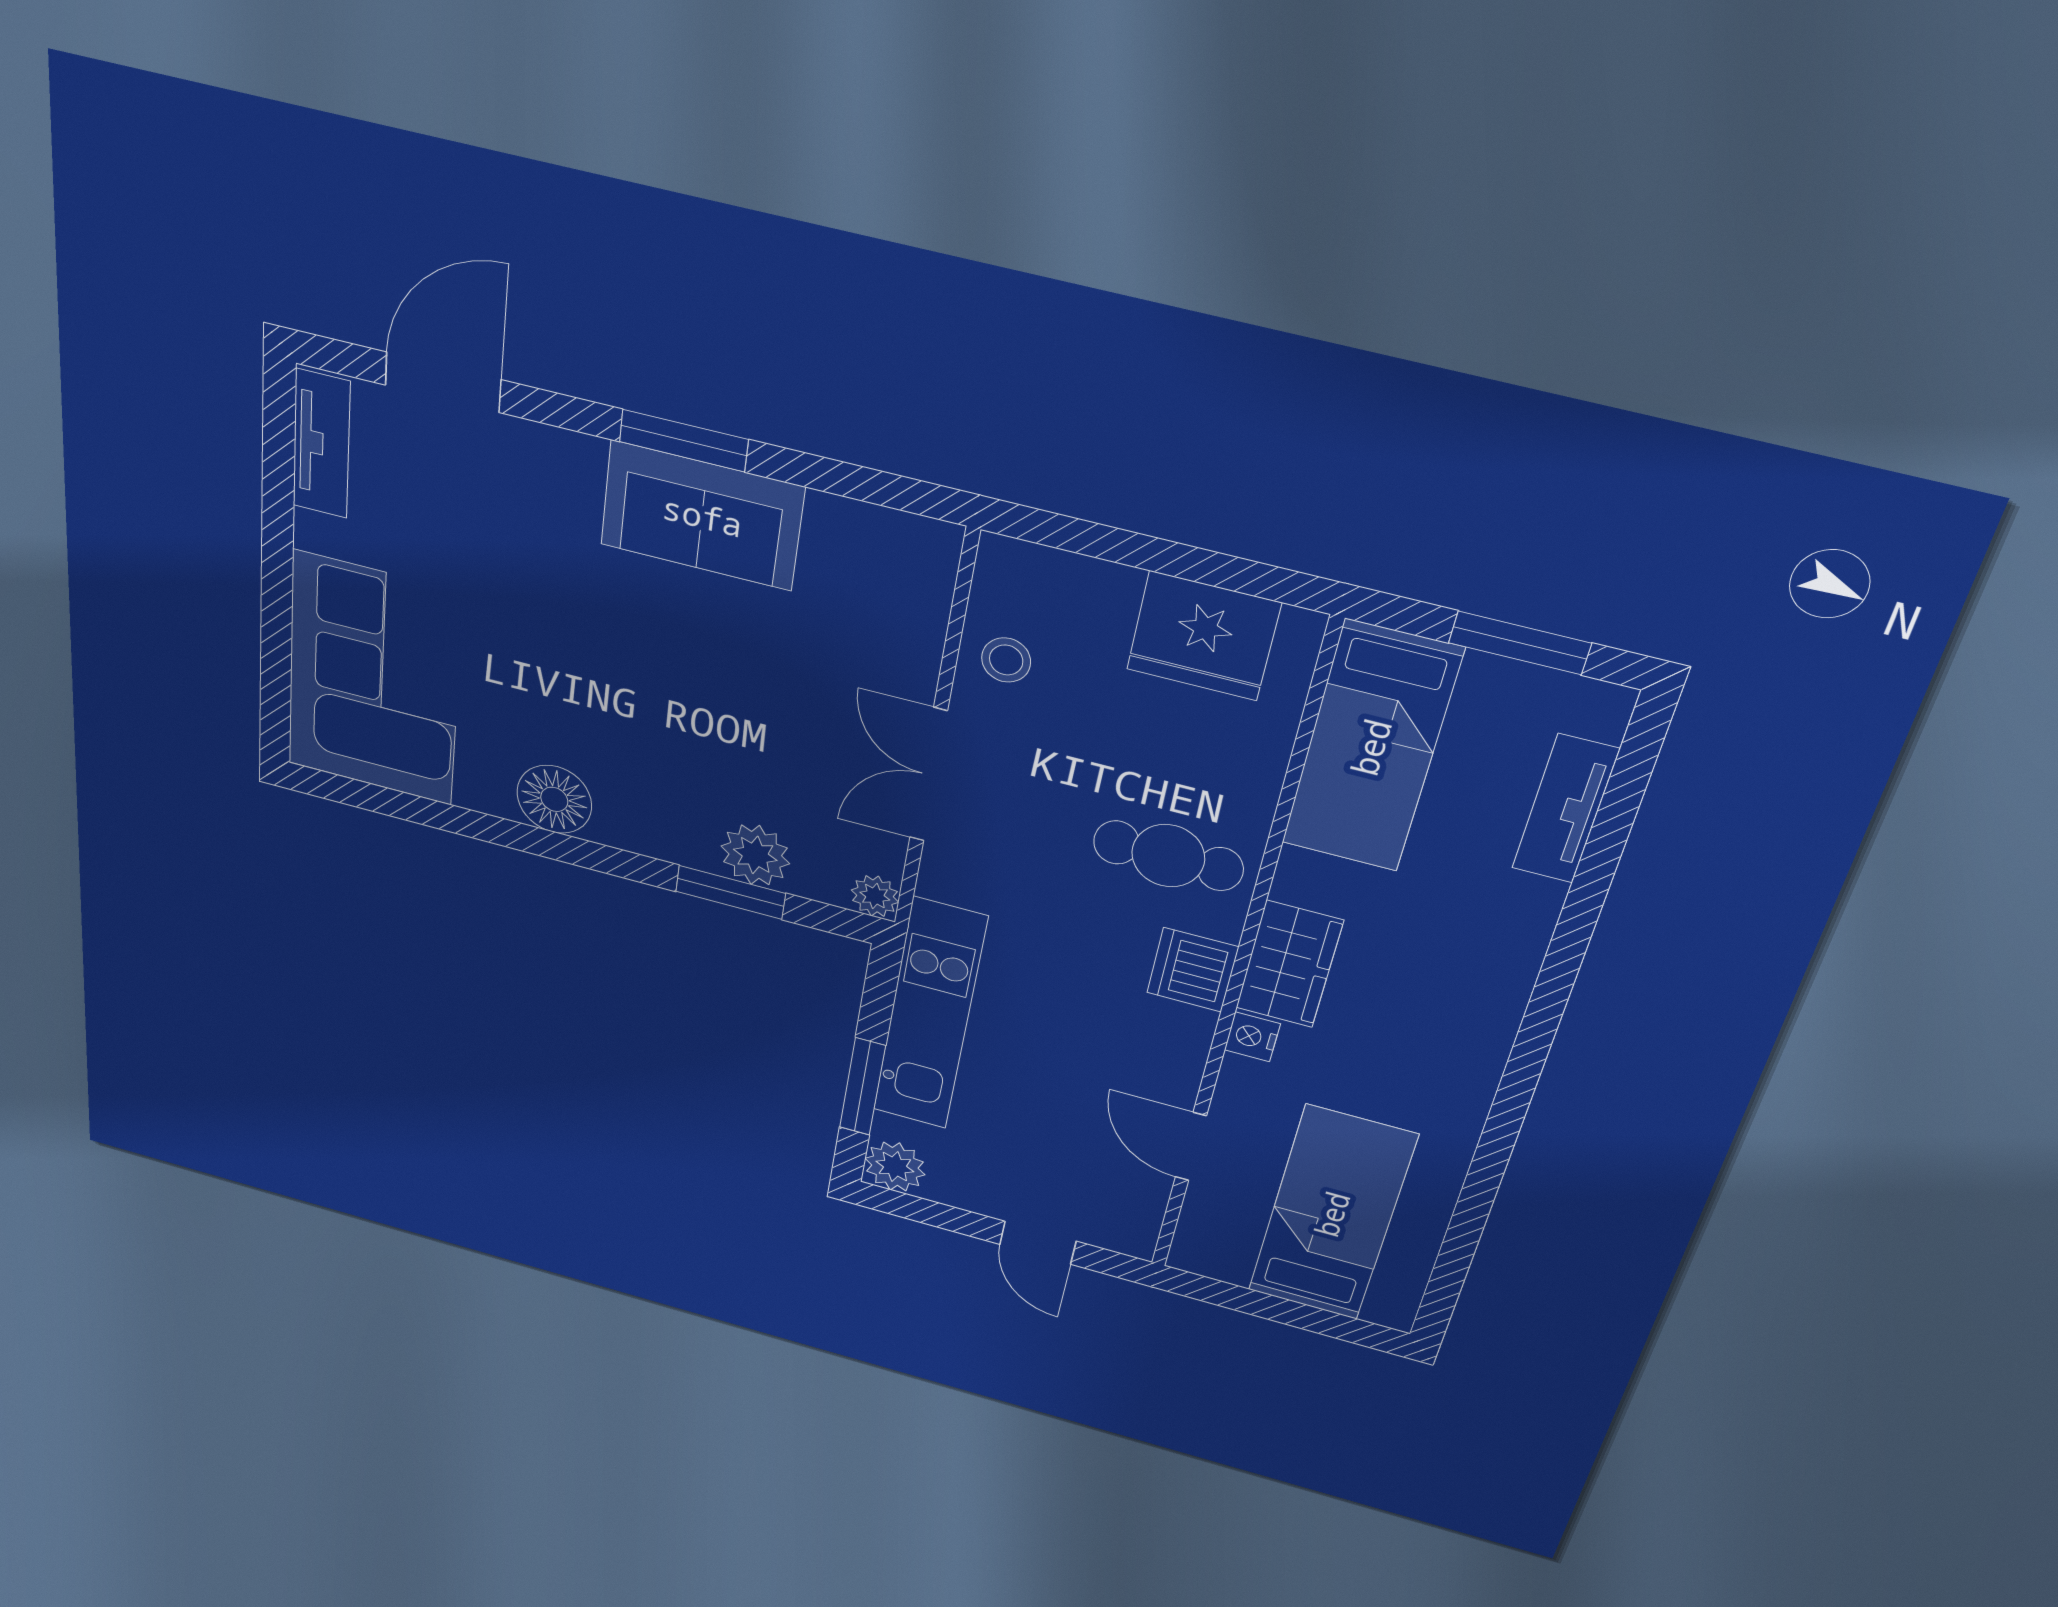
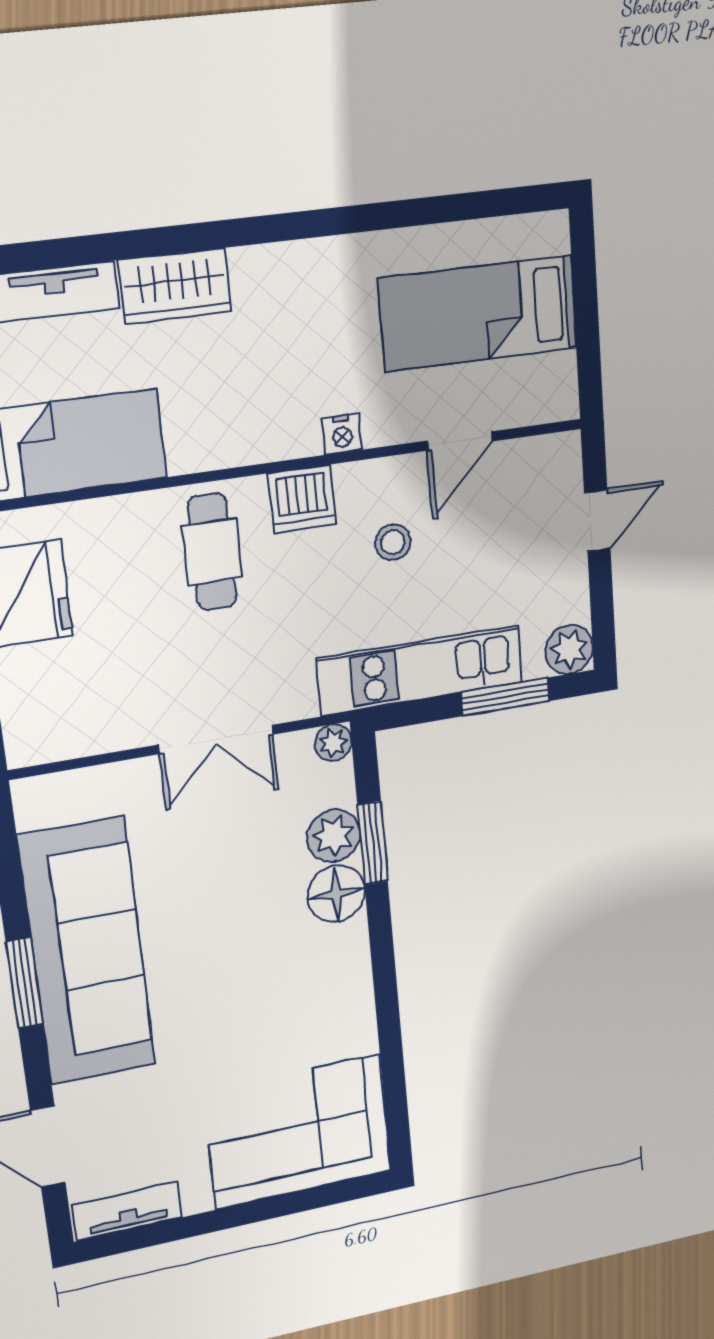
sofa: (702, 516) -> (87, 952), width x1.85, depth x1.27
stool: (1006, 660) -> (393, 542), moved
floor lamp: (554, 799) -> (336, 894), moved
wardrobe: (1289, 964) -> (175, 286), moved, turned 180

